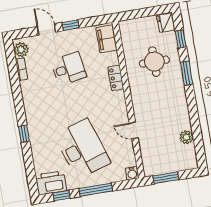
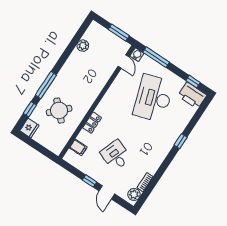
filing cabinet: (107, 39) -> (78, 147), width x0.50
round table: (154, 62) -> (59, 110), turned 45
desk: (69, 69) -> (116, 155), turned 30
window: (187, 73) -> (46, 85), width x1.44
door: (134, 131) -> (124, 62), moved
window: (96, 190) -> (156, 57), moved

